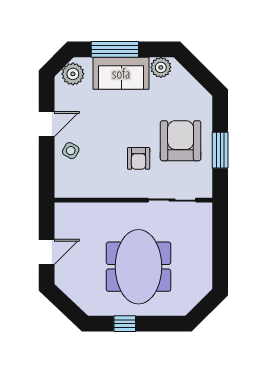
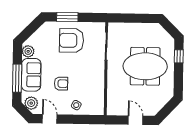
door: (47, 124) -> (50, 119), moved
window: (220, 150) -> (67, 17), moved
armchair: (139, 158) -> (61, 84), moved
window: (125, 324) -> (179, 56), moved

